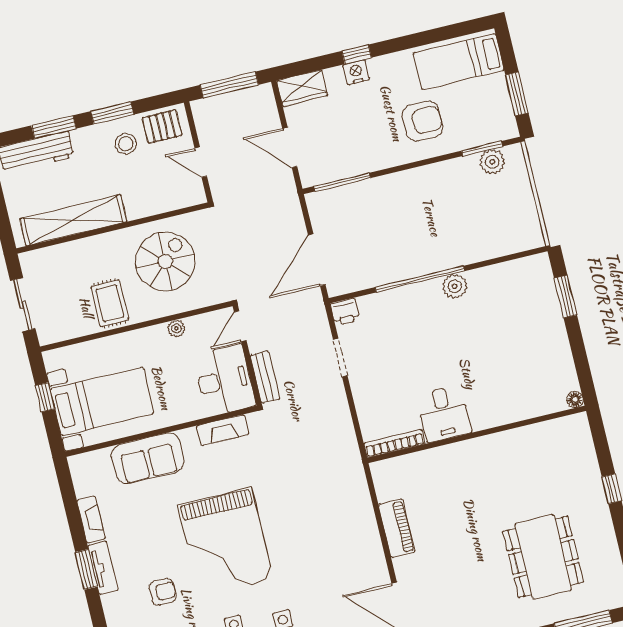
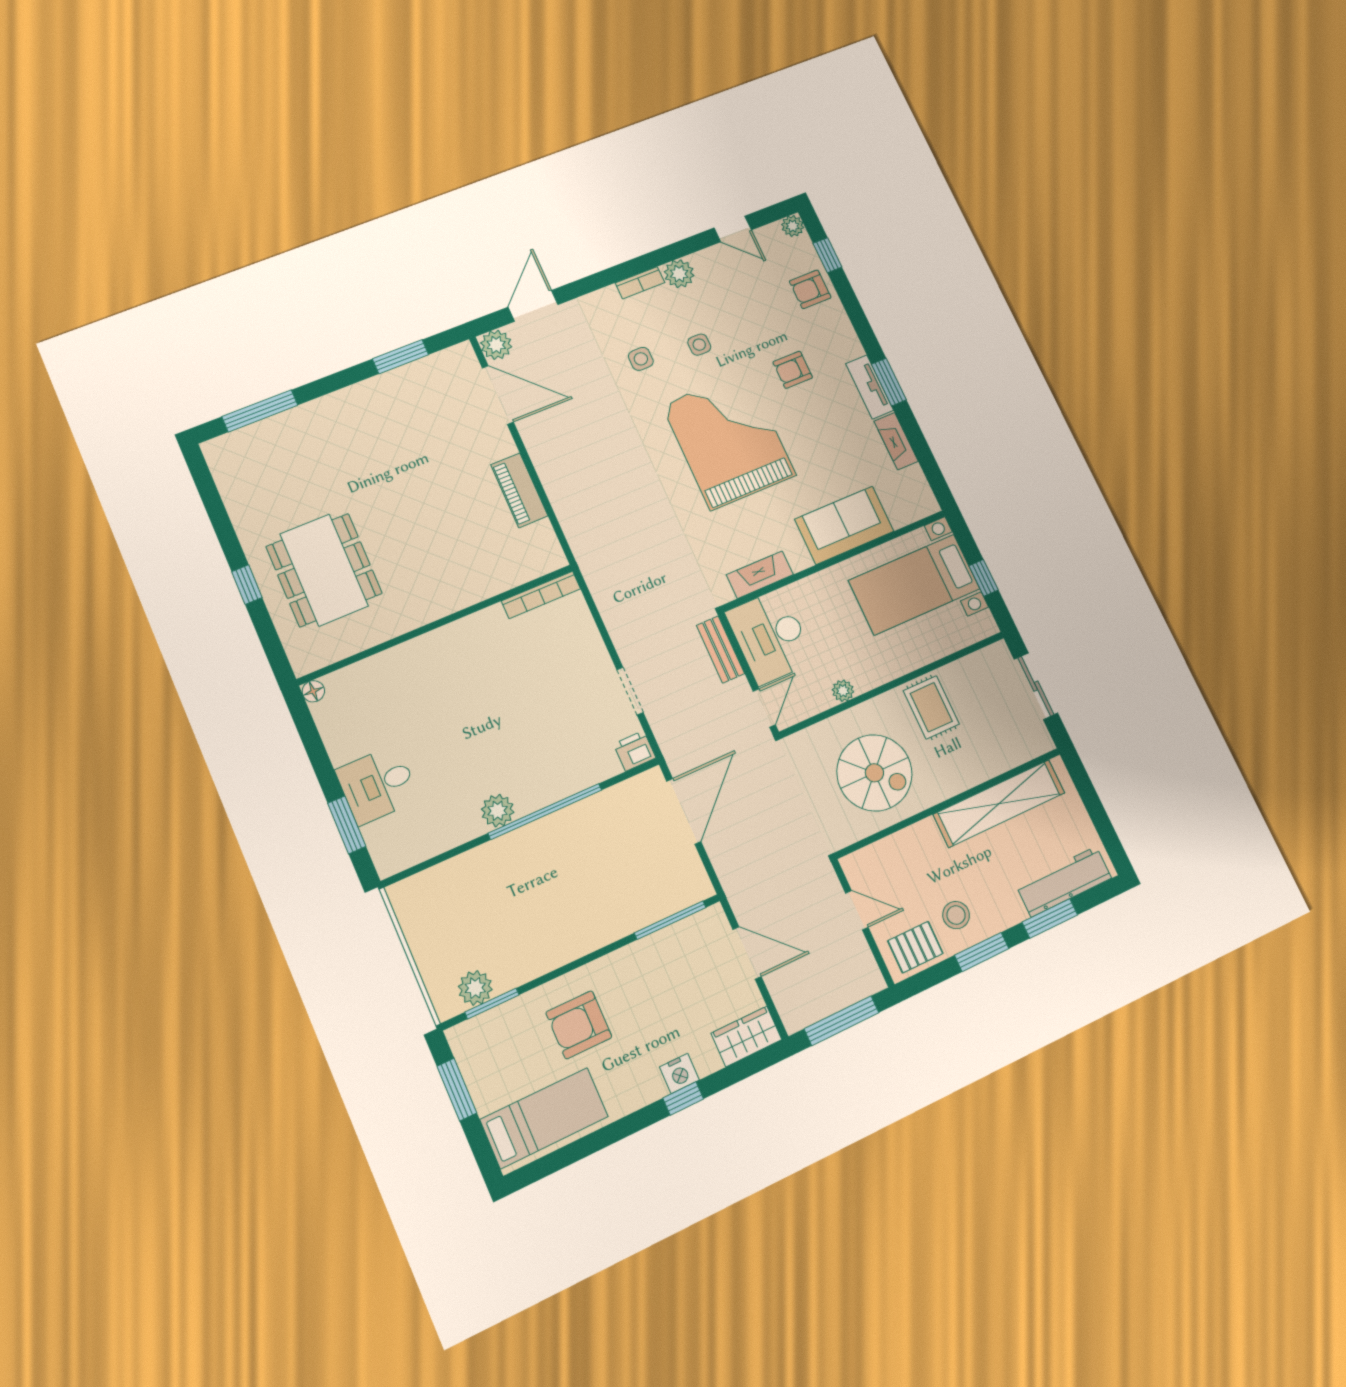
spiral stairs: (165, 261) -> (874, 773), turned -90
desk: (444, 414) -> (378, 785), moved, turned -90
dining table: (543, 557) -> (324, 570), moved

